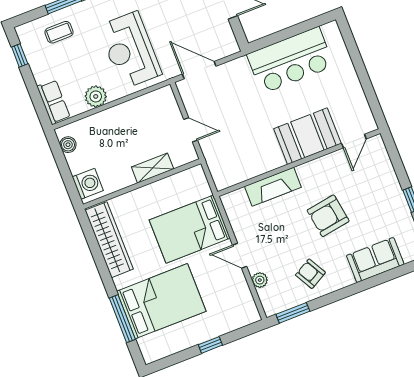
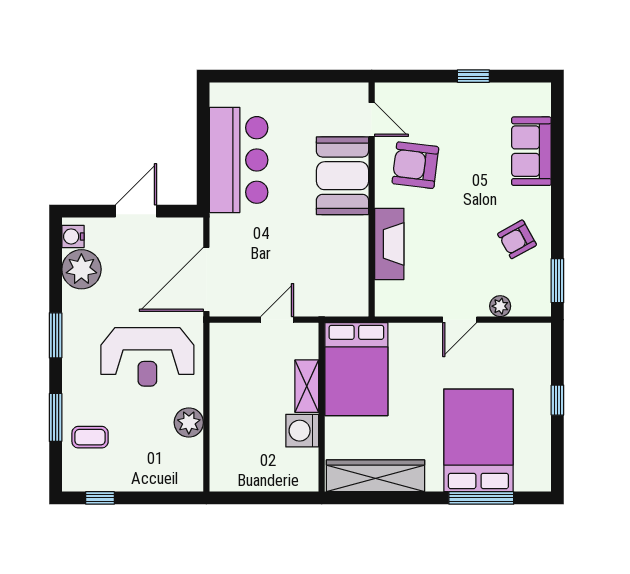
coffee table: (59, 32) -> (90, 437), turned 90
door: (199, 70) -> (206, 279), width x1.36
row of seats: (54, 102) -> (175, 478), removed
boiler: (68, 145) -> (236, 481), removed
washing machine: (88, 184) -> (302, 431), moved, turned -90
armchair: (328, 216) -> (415, 165), moved, turned 106
bed: (190, 229) -> (356, 369), moved

